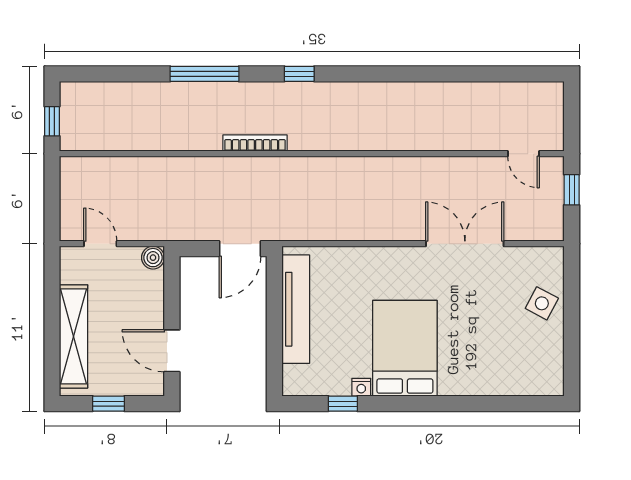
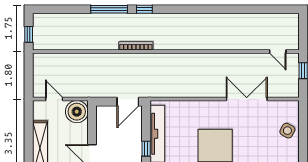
window: (299, 74) -> (144, 9), moved
boiler: (153, 258) -> (77, 112), width x1.86, depth x1.86
window: (274, 337) -> (146, 149), added

